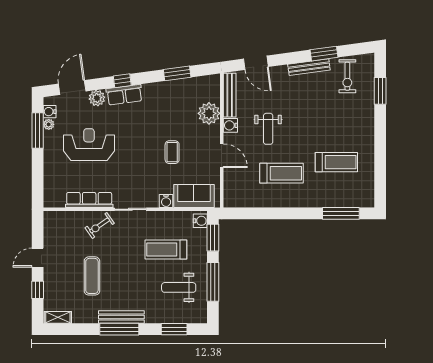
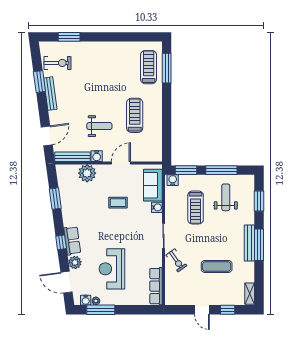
treadmill: (336, 162) -> (149, 67), moved
row of seats: (89, 200) -> (156, 286), moved
weight bench: (179, 287) -> (226, 197), turned 180

